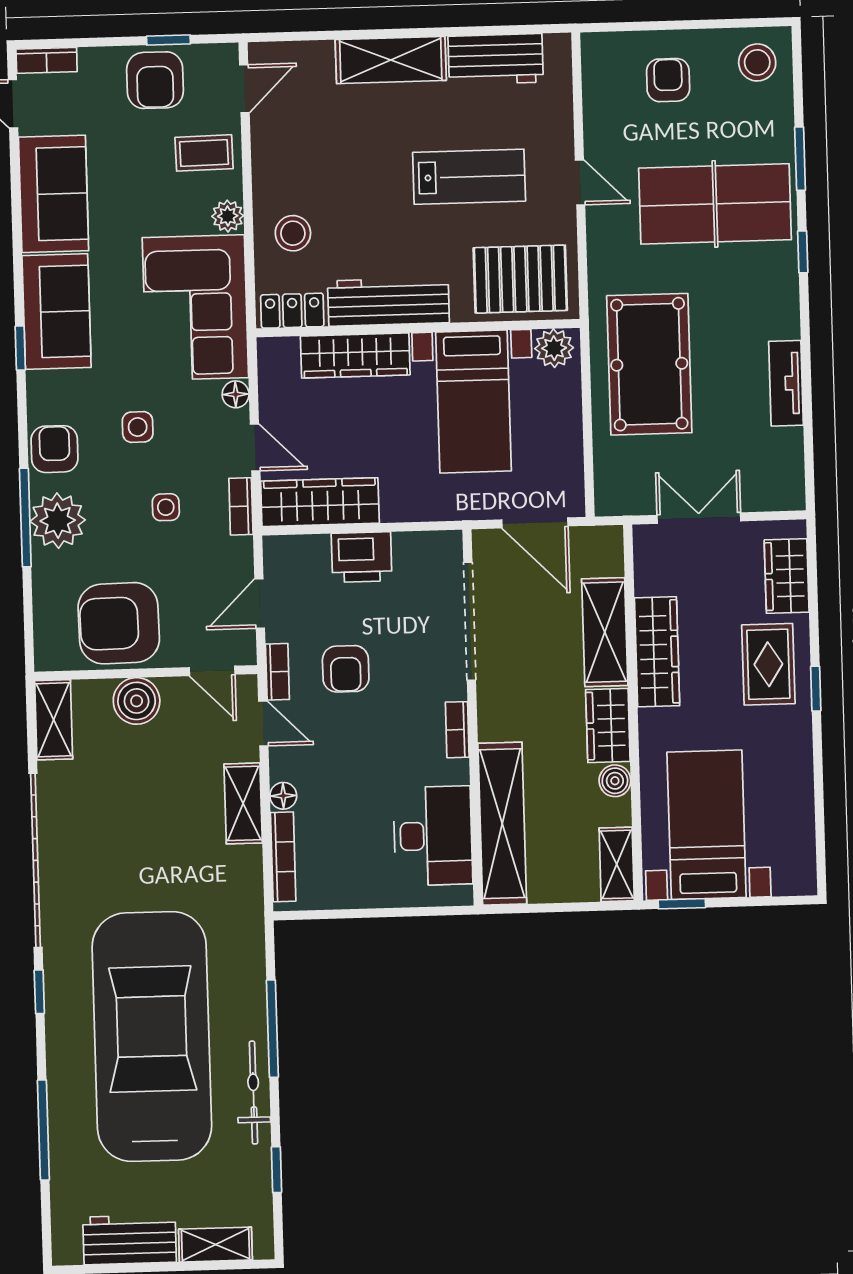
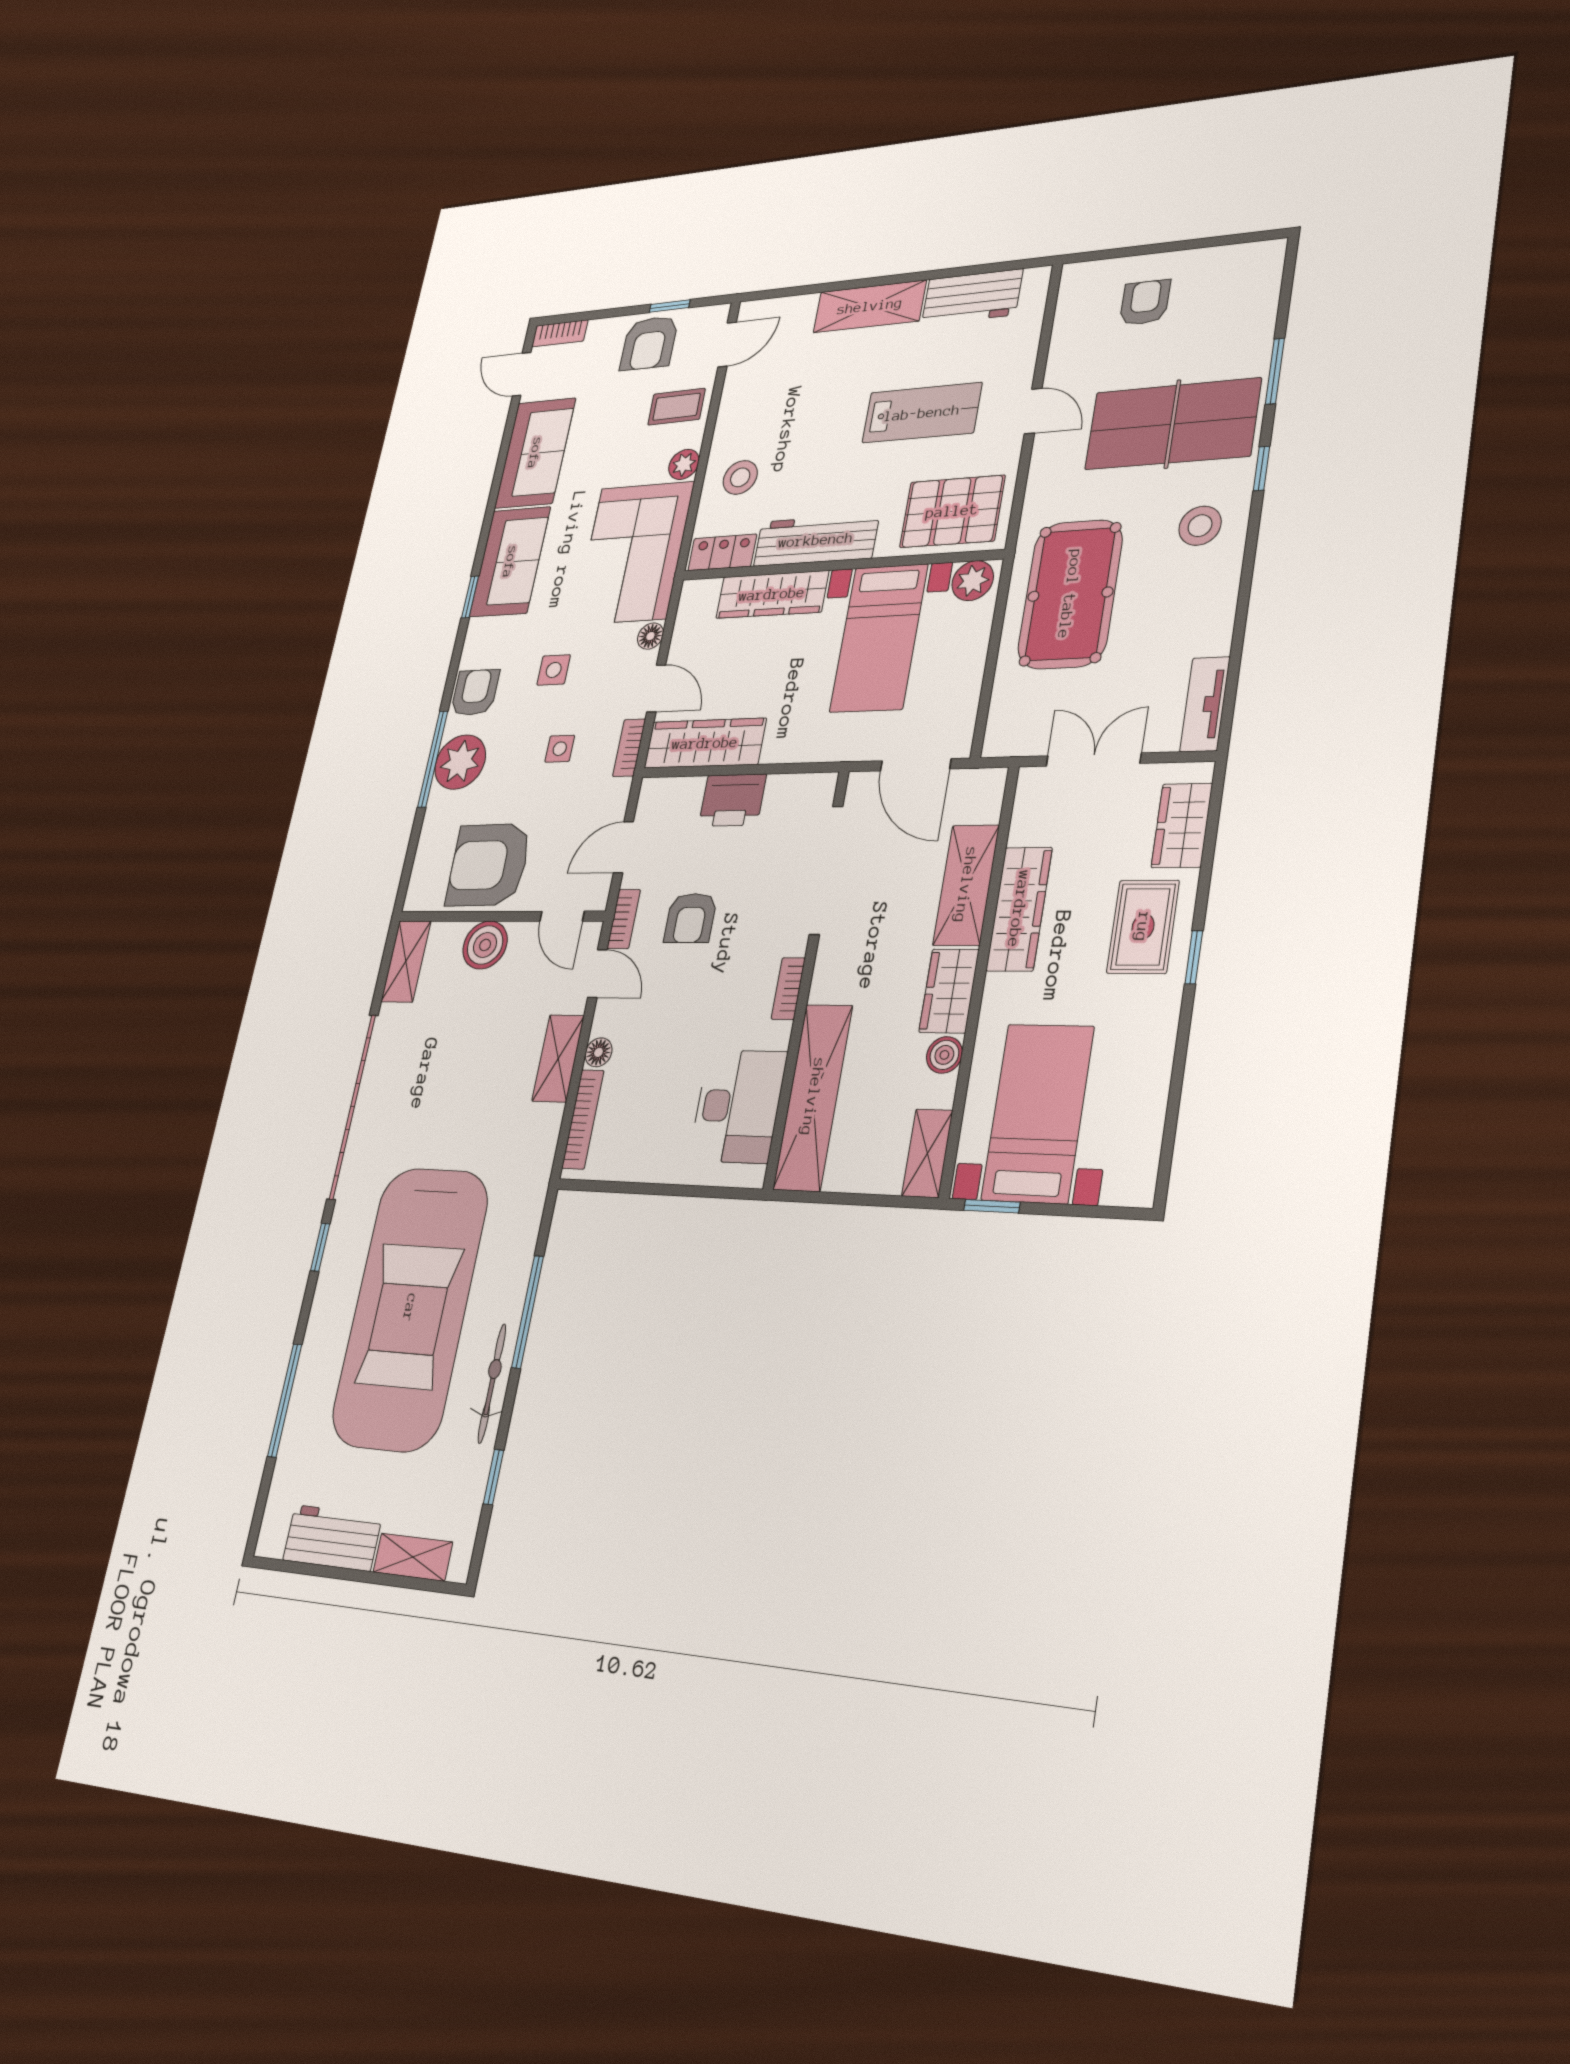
stool: (757, 62) -> (1200, 526), moved
tv unit: (786, 383) -> (1205, 704), moved
car: (152, 1037) -> (410, 1308), turned 180

